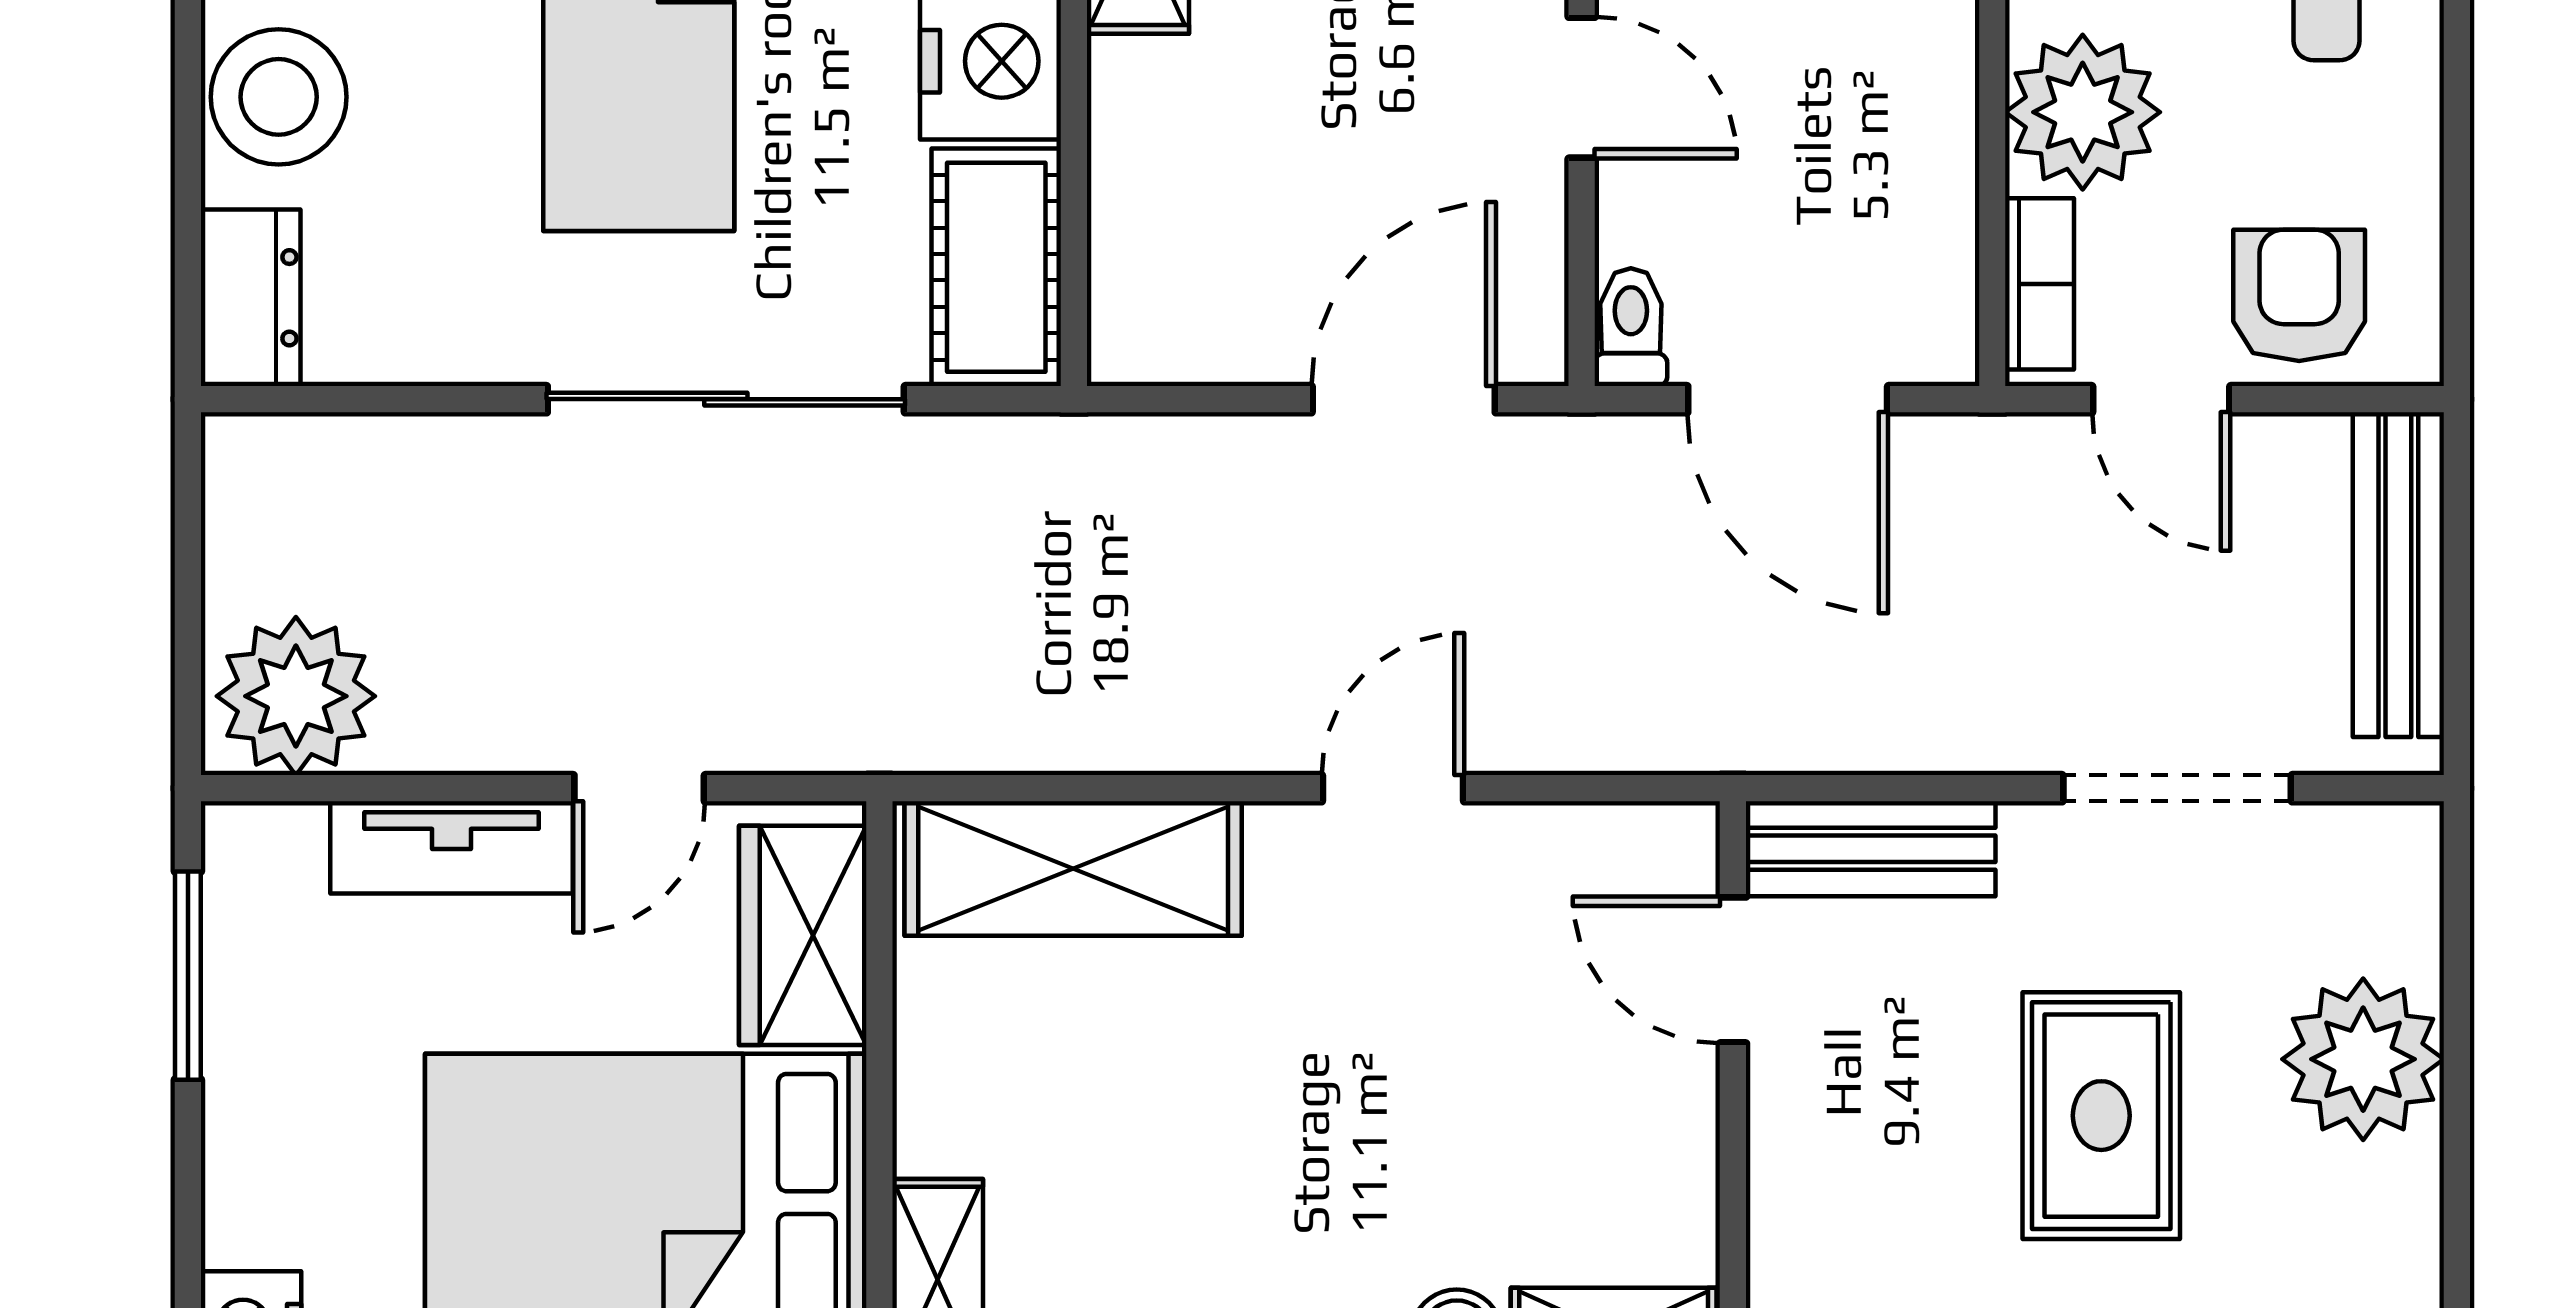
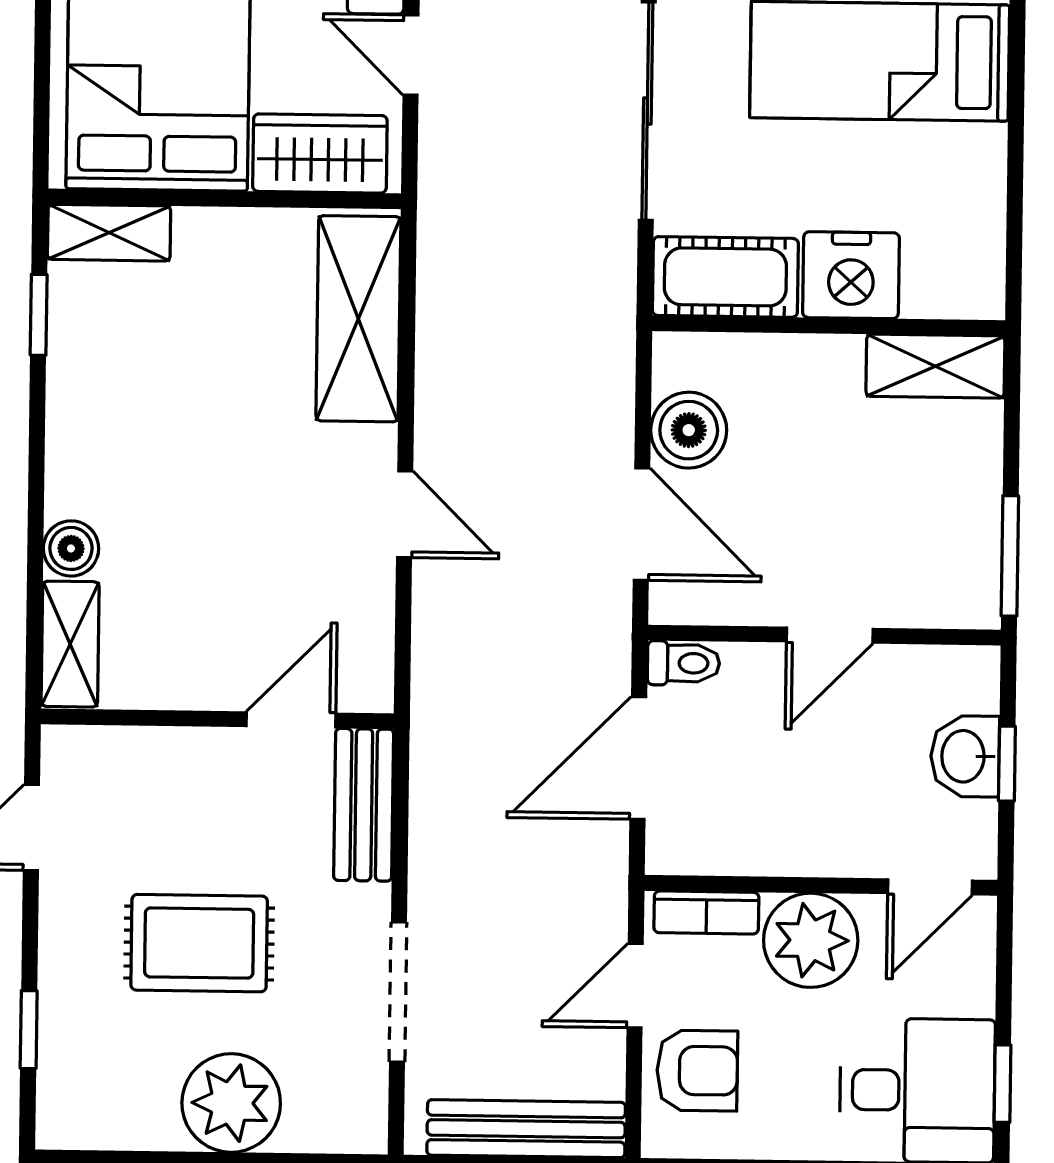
boiler: (1248, 324) -> (689, 430), added

